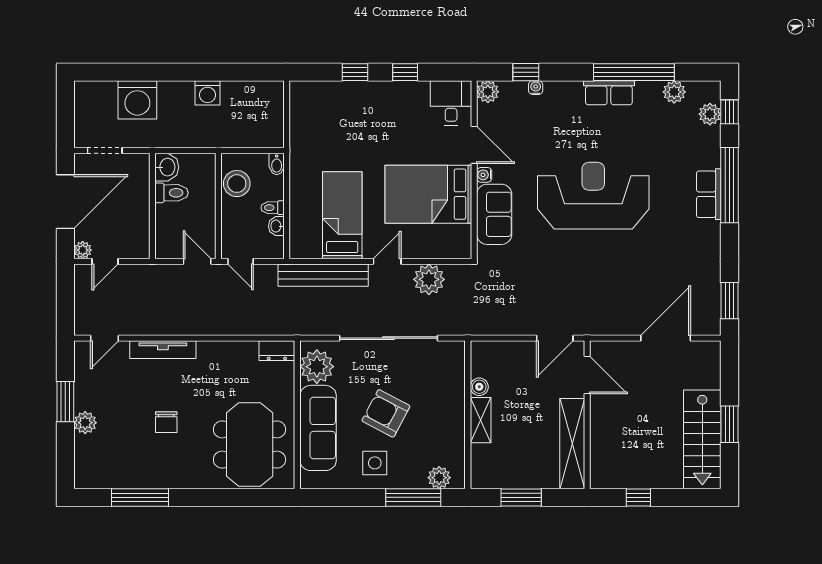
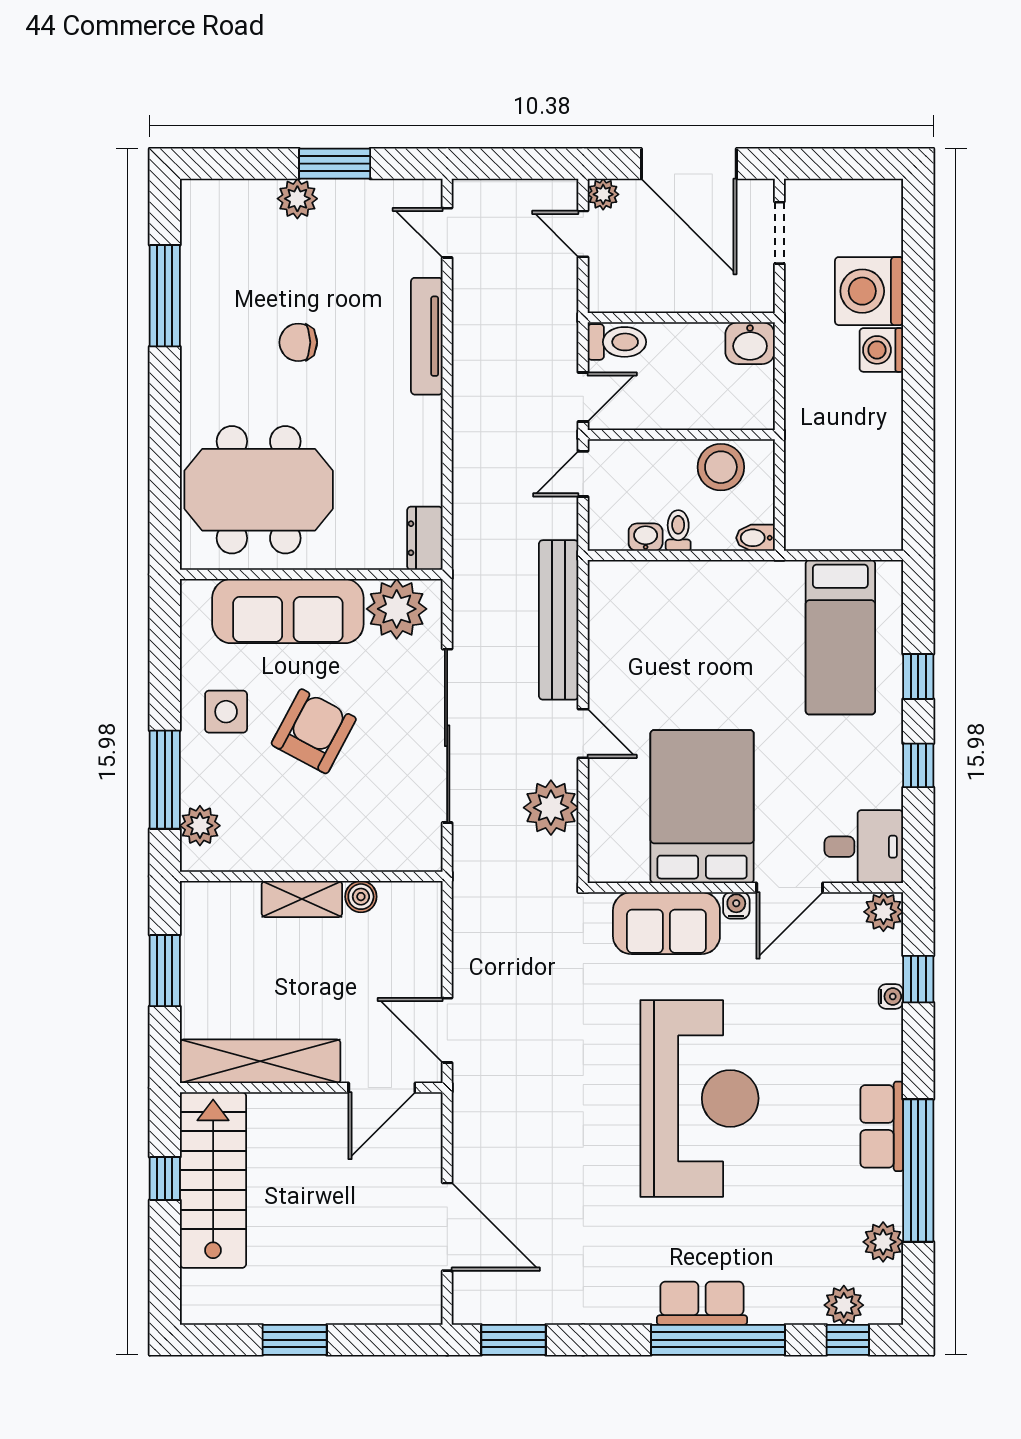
washing machine: (208, 93) -> (881, 350), moved
toilet: (171, 193) -> (617, 342), moved, turned -90
bed: (342, 215) -> (840, 637), moved, turned 90
stairs: (702, 439) -> (213, 1180), moved, turned 90

